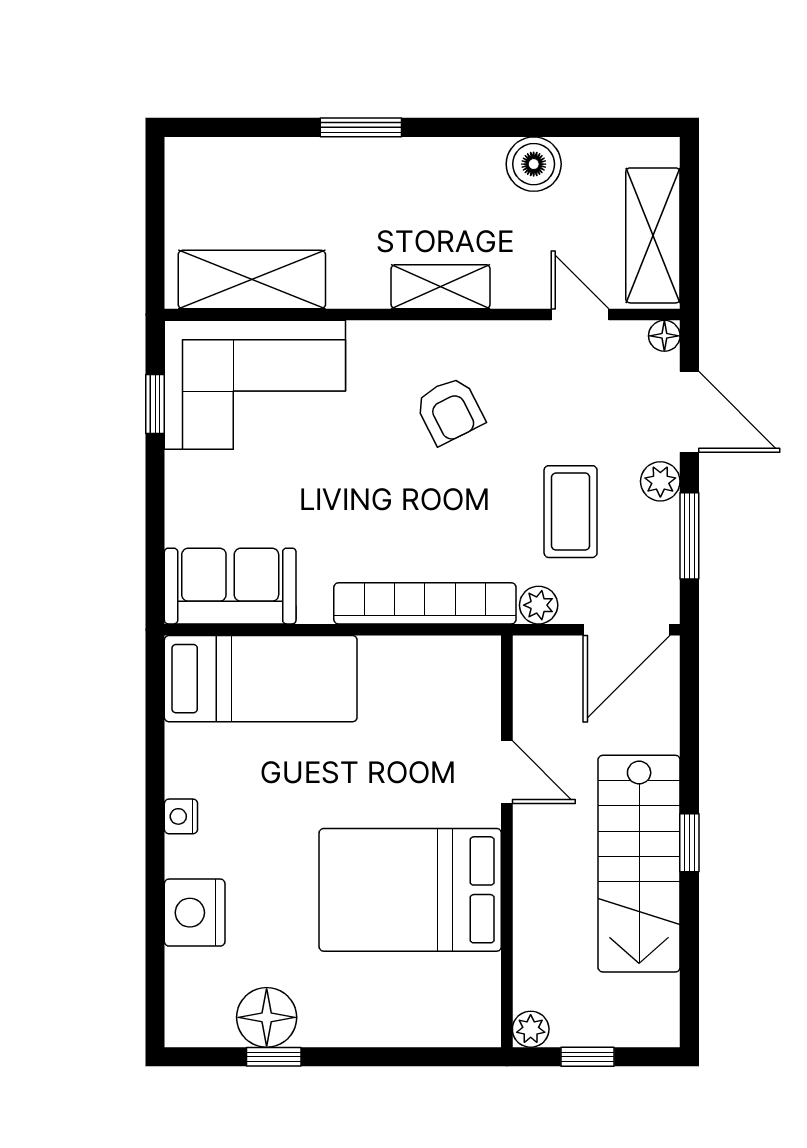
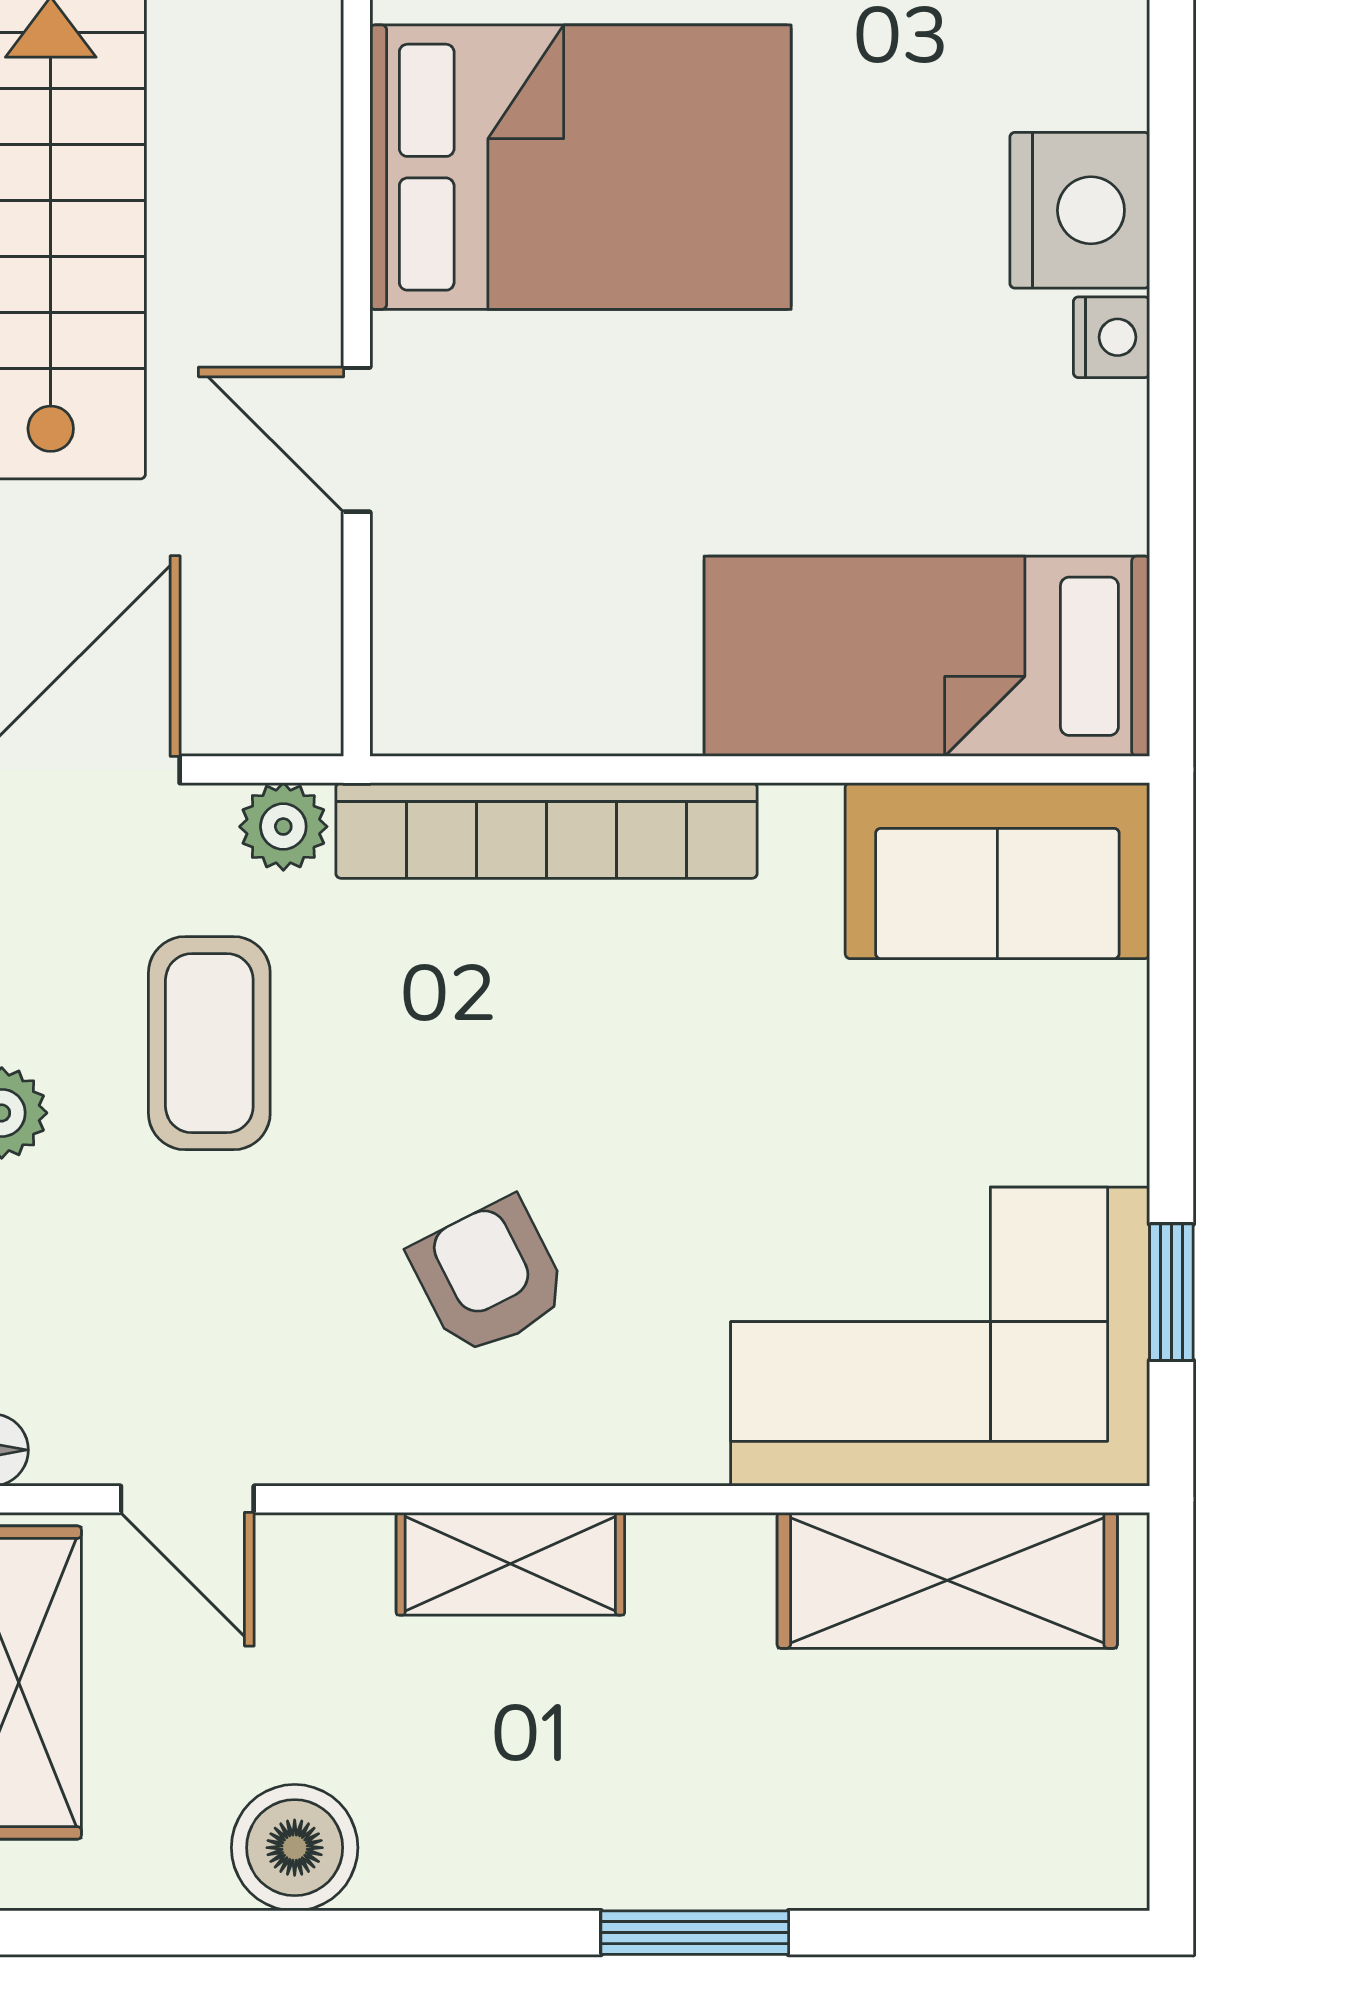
nightstand: (195, 913) -> (1080, 210), moved

